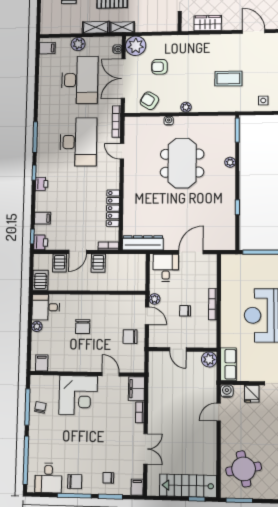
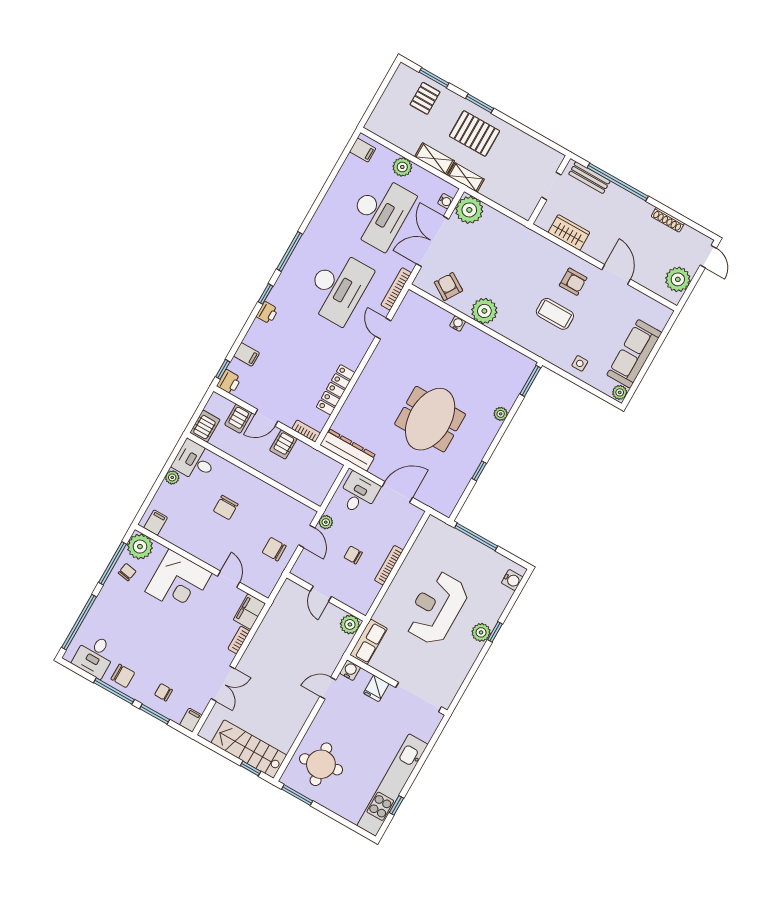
armchair: (160, 67) -> (573, 282), moved, turned 180
plant: (186, 107) -> (484, 311), width x1.87, depth x1.87
meeting table: (182, 163) -> (430, 419), moved
plant: (40, 385) -> (140, 547), added

